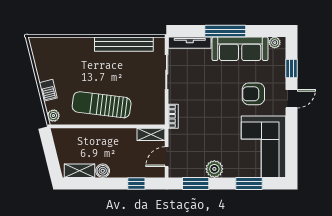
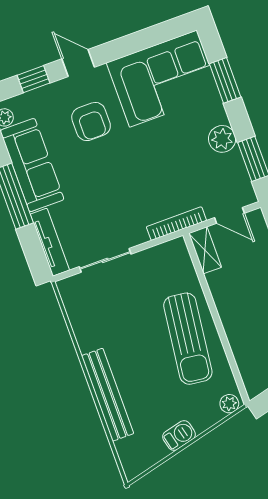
bench: (124, 44) -> (108, 395), moved
barbecue: (48, 90) -> (179, 436), moved
bookcase: (173, 116) -> (176, 224), width x1.56

